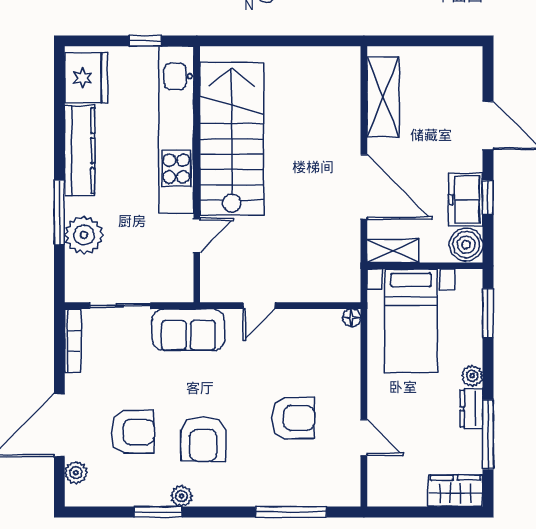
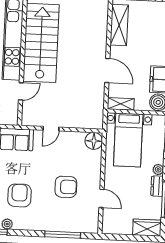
door: (364, 187) -> (107, 70), width x0.73
floor lamp: (352, 318) -> (94, 141), width x1.89, depth x1.89
armchair: (203, 439) -> (19, 195), turned 180

